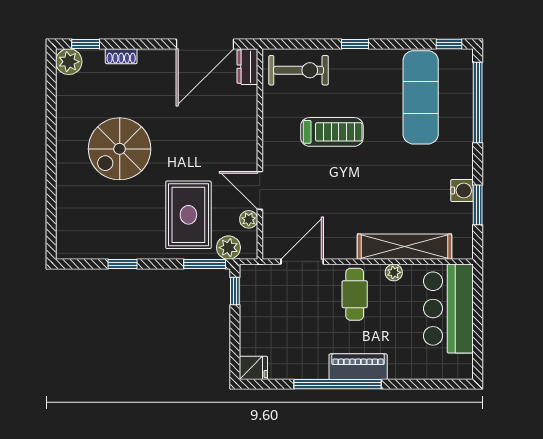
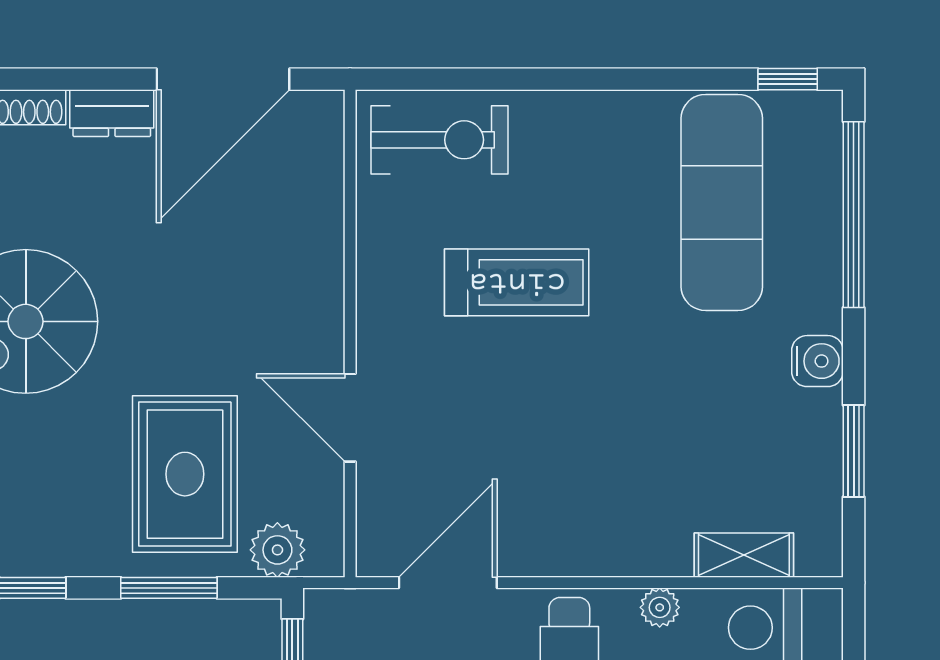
window: (355, 44) -> (570, 79), removed
dresser: (247, 67) -> (112, 113), moved, turned -90
water cooler: (462, 190) -> (817, 361), moved
plant: (249, 219) -> (324, 485), removed
shelving: (404, 247) -> (744, 555), width x0.45, depth x0.75
window: (205, 264) -> (169, 588), moved

